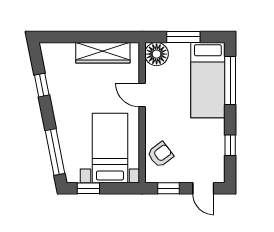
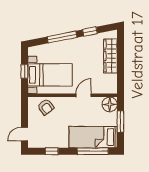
wardrobe: (103, 53) -> (110, 56), moved
window: (55, 152) -> (62, 37), moved
window: (88, 188) -> (24, 71), moved
window: (169, 188) -> (24, 112), removed

